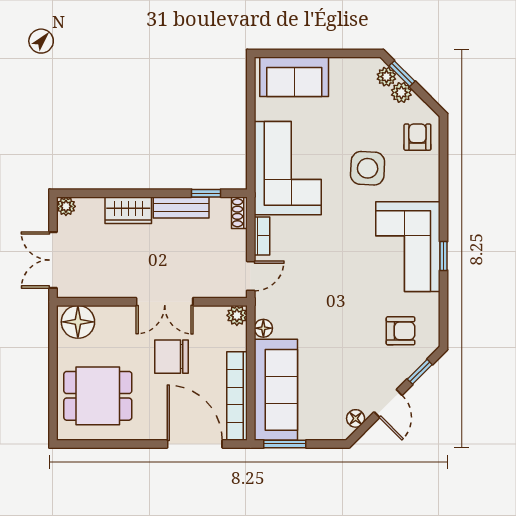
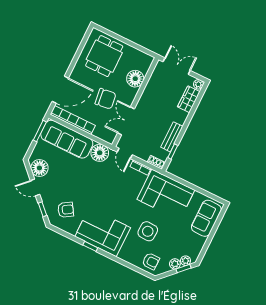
wardrobe: (128, 210) -> (189, 99), moved
double door: (165, 302) -> (126, 121), moved
plant: (237, 315) -> (110, 138), removed
floor lamp: (78, 322) -> (135, 79), moved
floor lamp: (263, 328) -> (100, 153), width x1.89, depth x1.89
armchair: (401, 331) -> (66, 210), turned -122
chair: (172, 357) -> (106, 99), turned 83
floor lamp: (356, 418) -> (39, 168), width x1.89, depth x1.89

